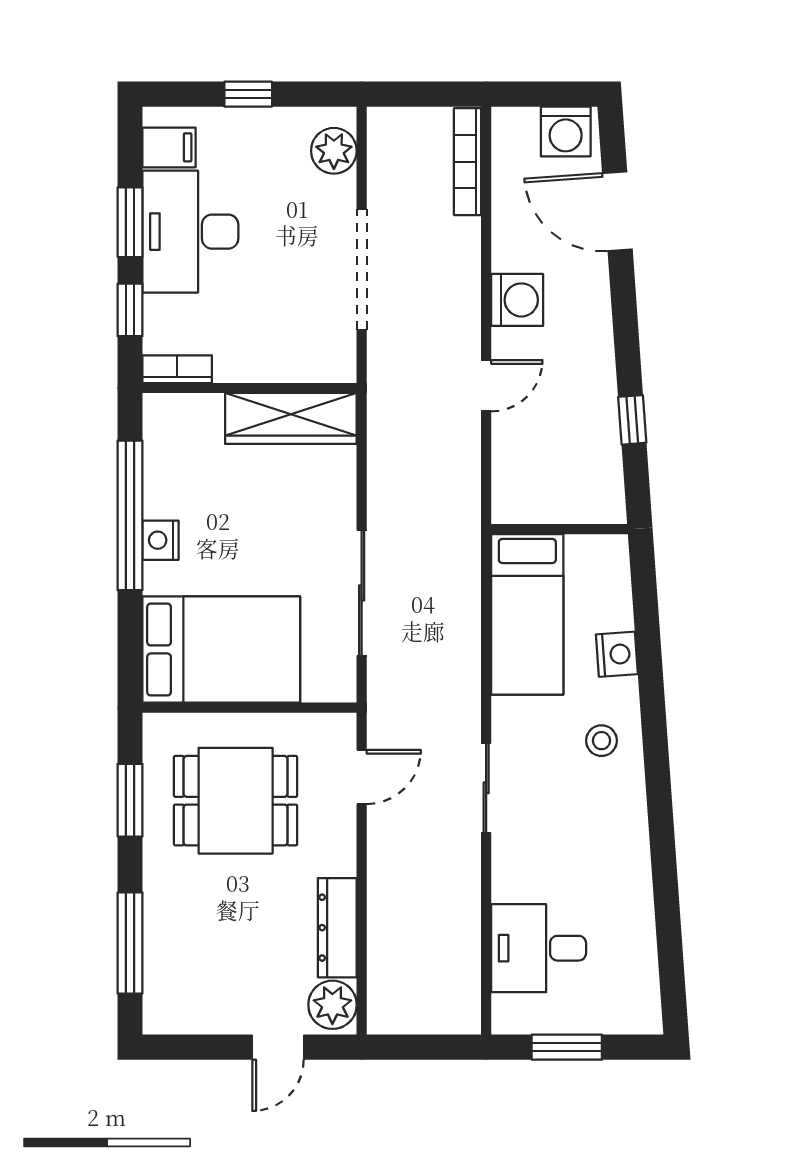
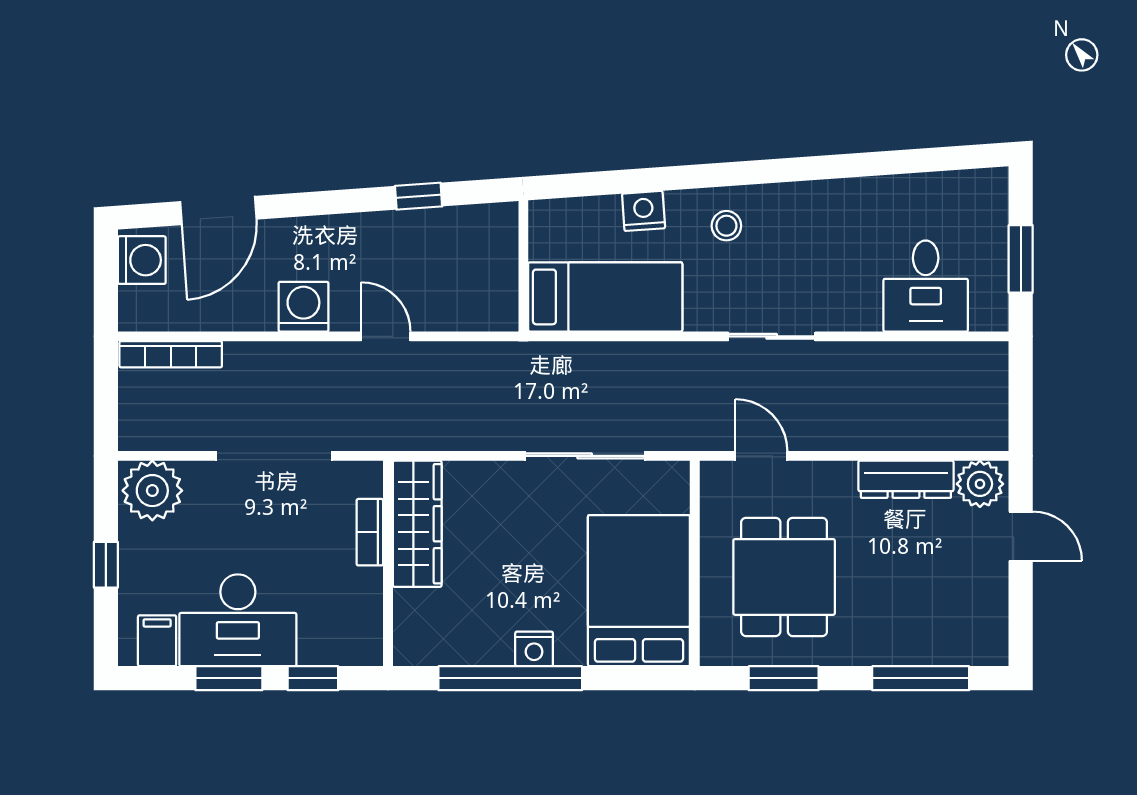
plant: (334, 151) -> (152, 491), width x1.36, depth x1.36
bookcase: (177, 369) -> (370, 532), moved

